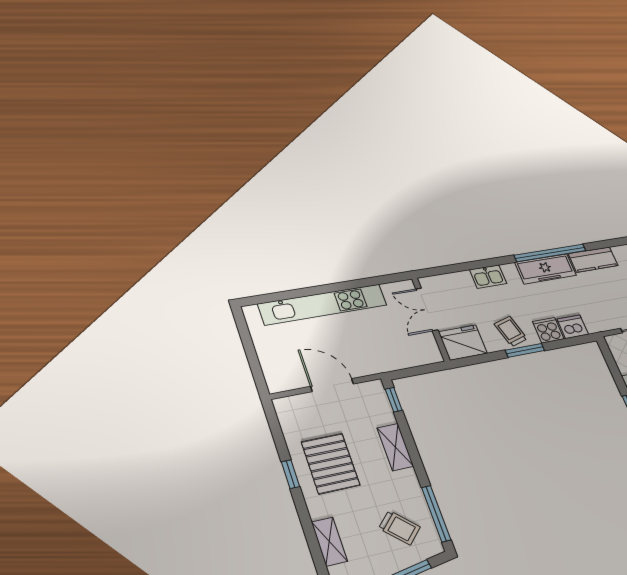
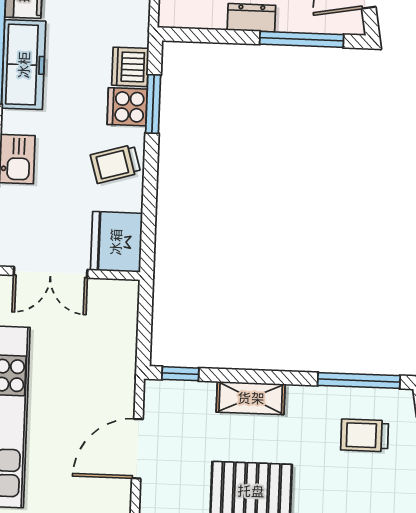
window: (525, 350) -> (153, 104), moved
trolley: (400, 528) -> (365, 435), turned -135

